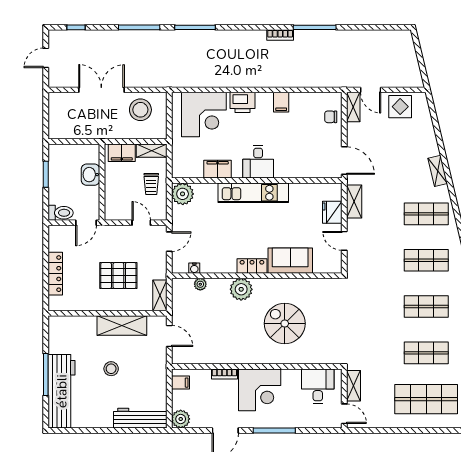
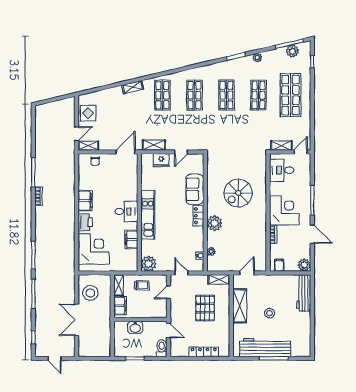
filing cabinet: (281, 102) -> (85, 201), width x2.00
workbench: (62, 391) -> (265, 347), moved

